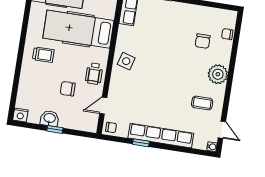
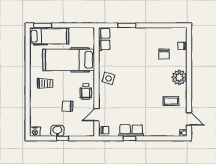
row of seats: (161, 136) -> (131, 131), width x0.50

